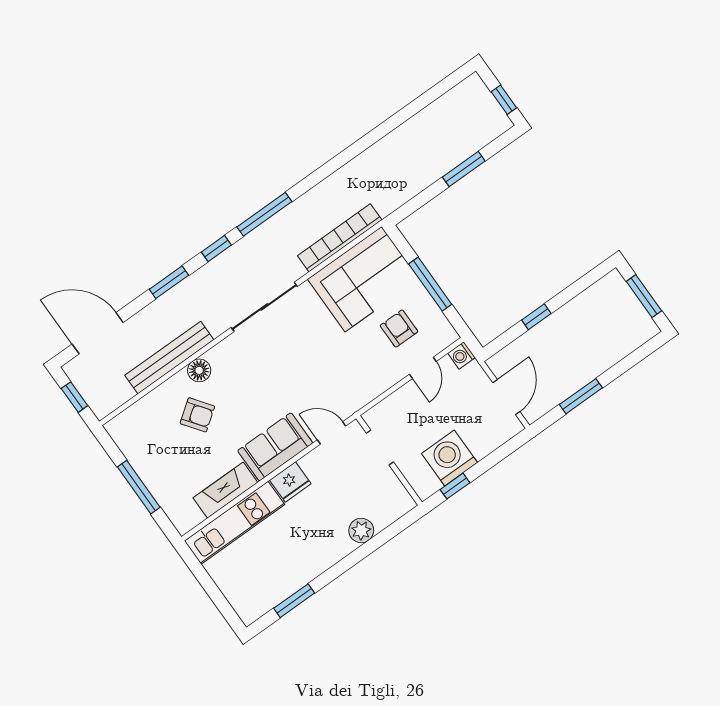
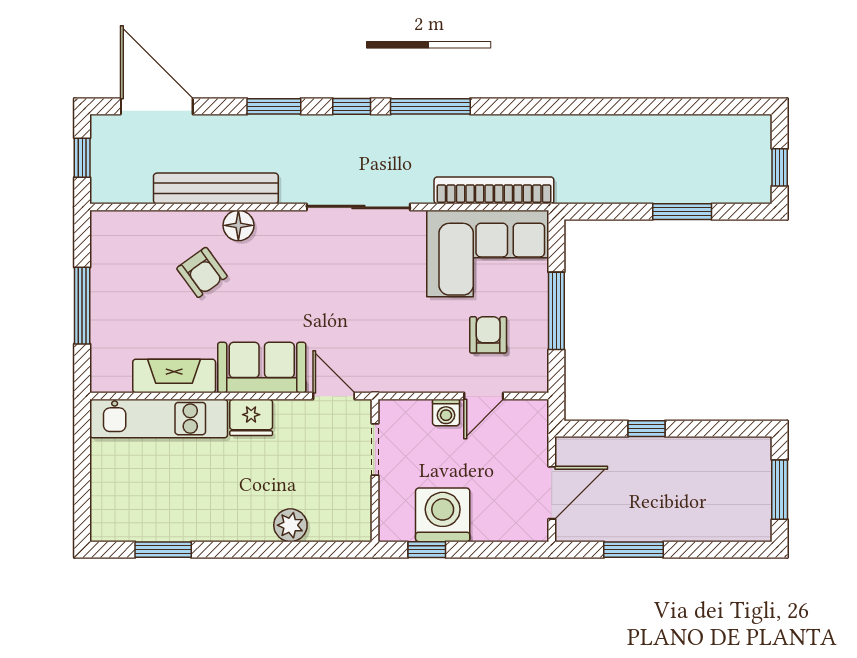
washing machine: (461, 355) -> (446, 413), moved, turned -90

